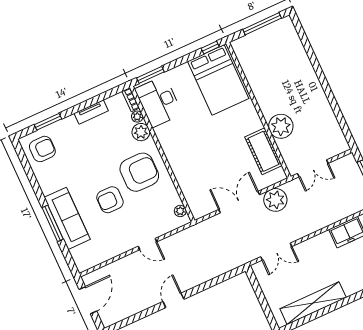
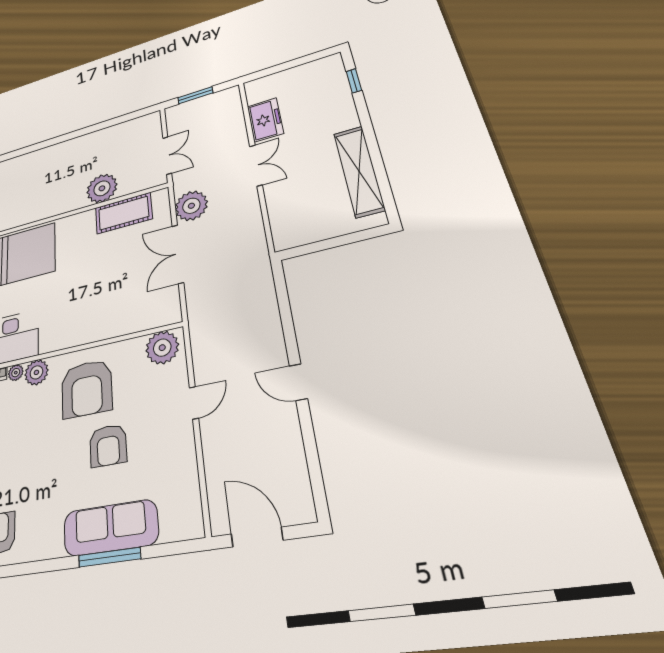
armchair: (139, 172) -> (87, 388), turned 180
plant: (180, 211) -> (162, 348), width x1.88, depth x1.88
double door: (276, 252) -> (256, 165), moved

